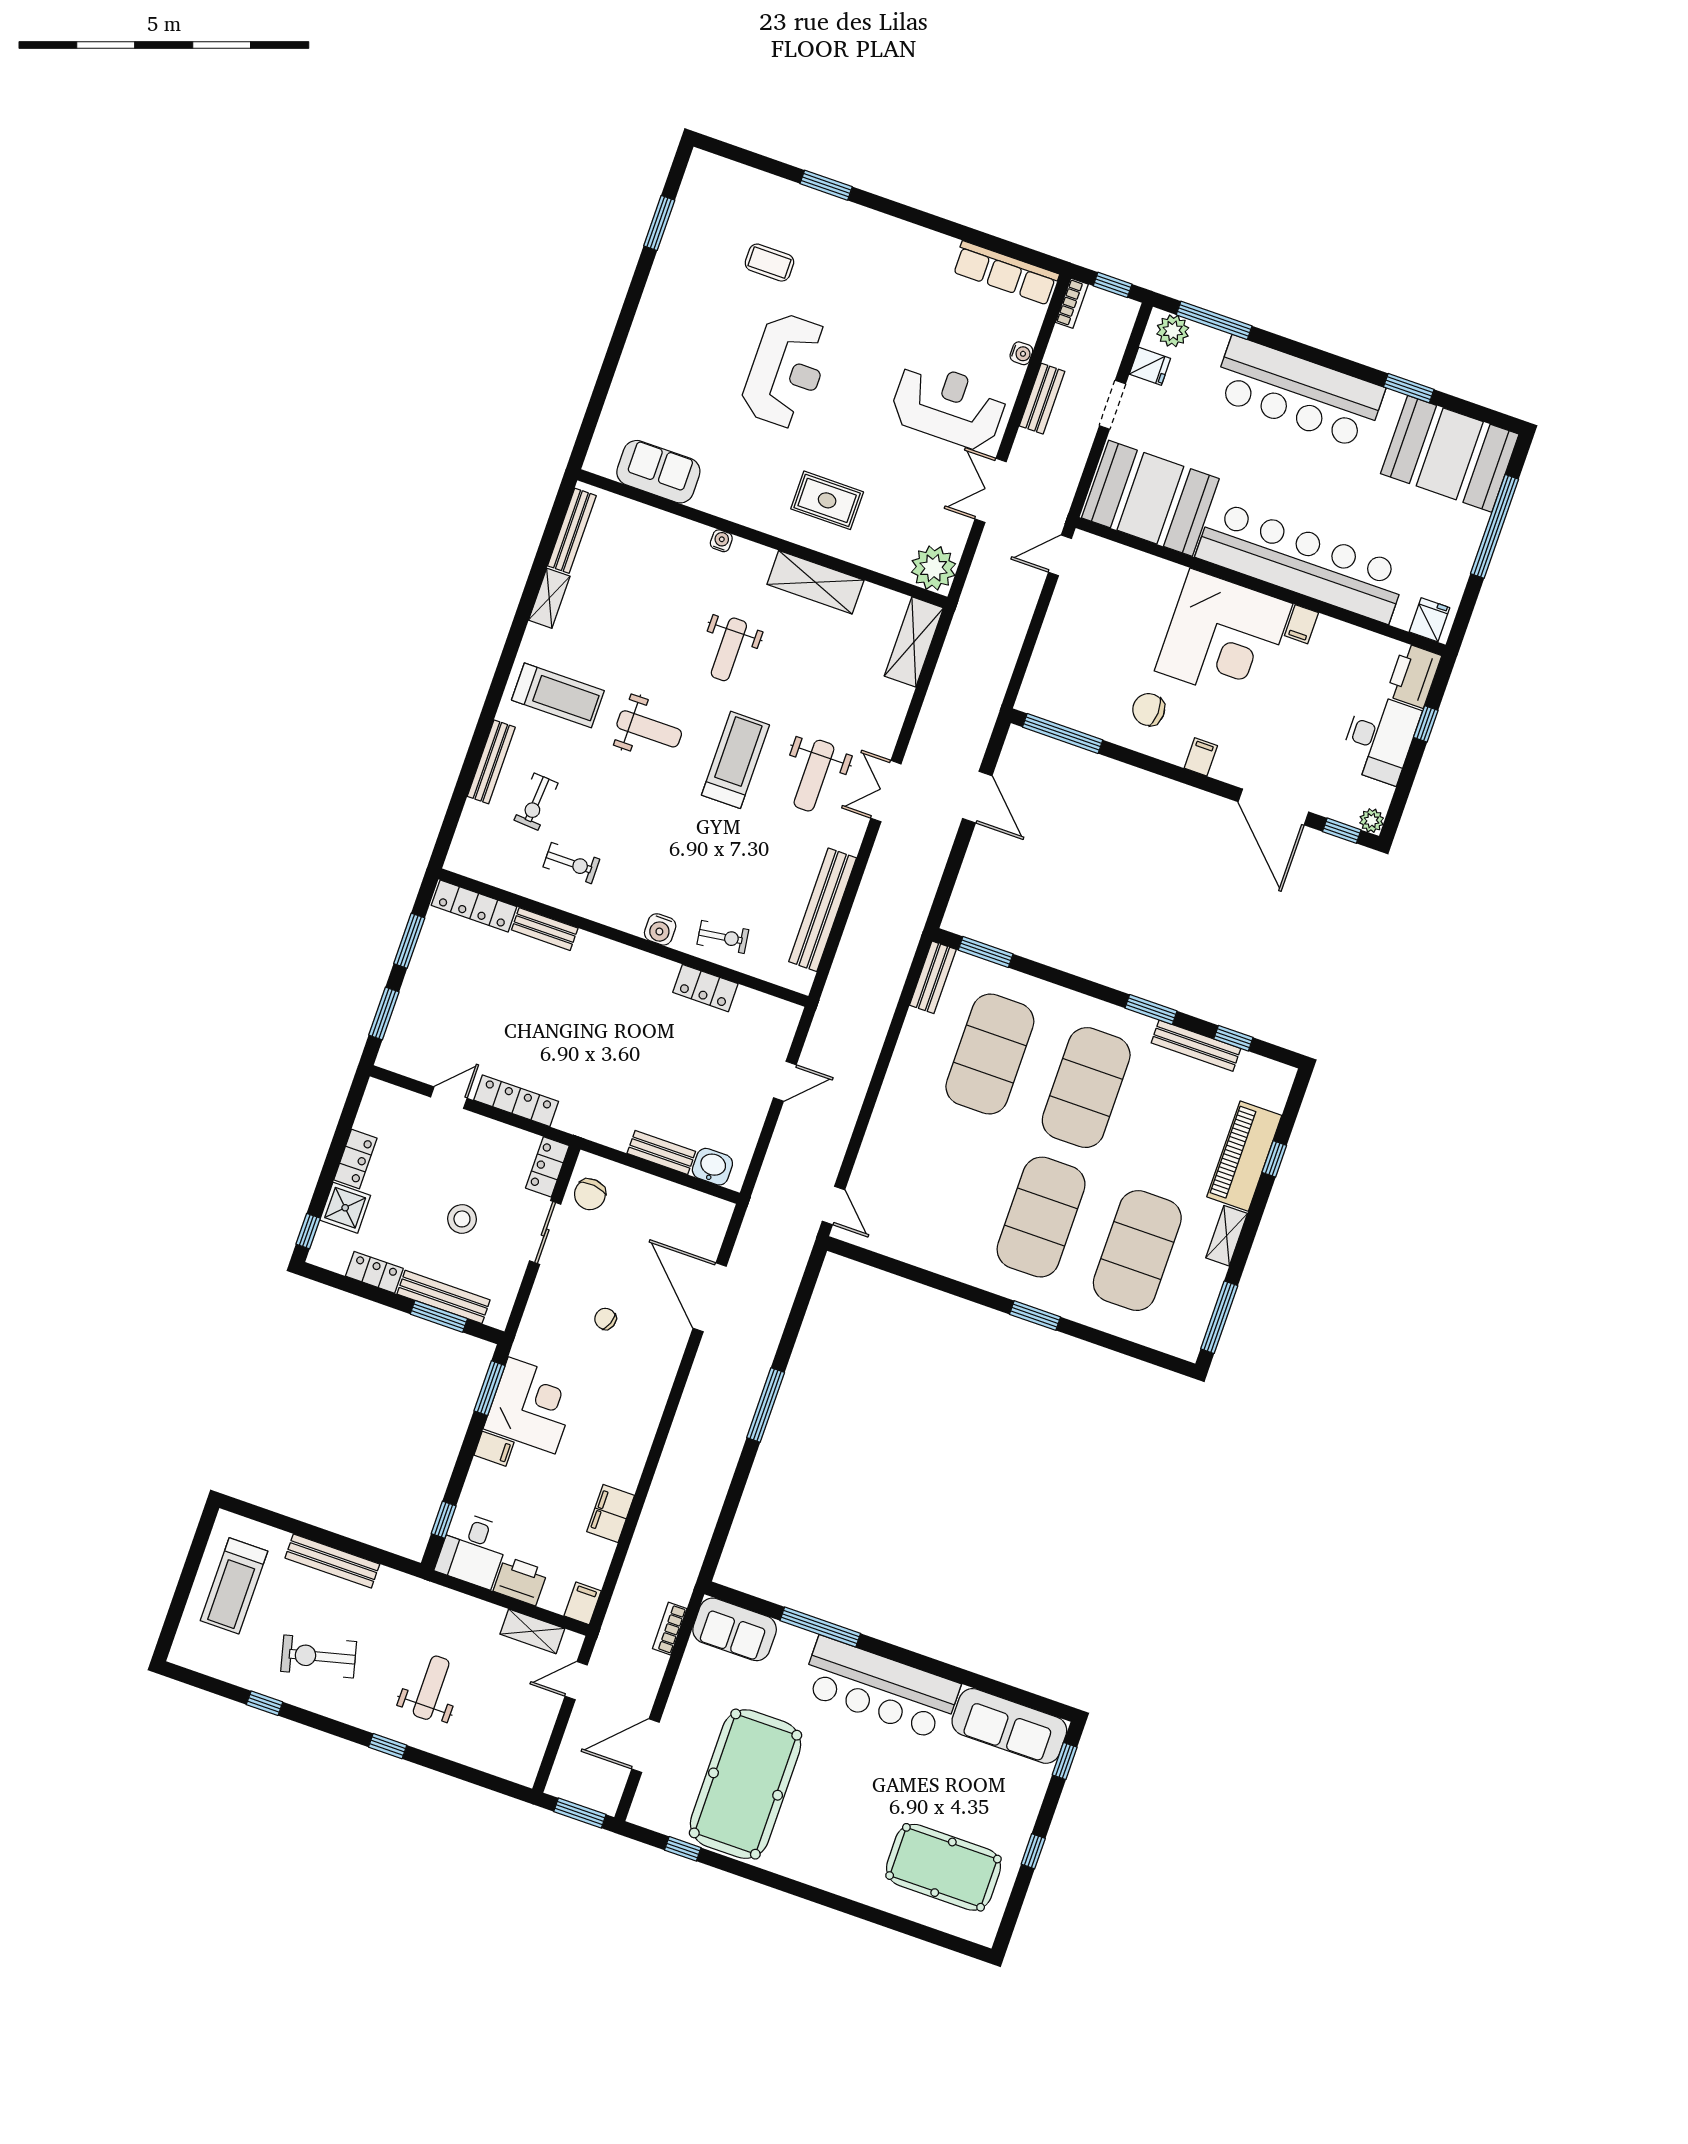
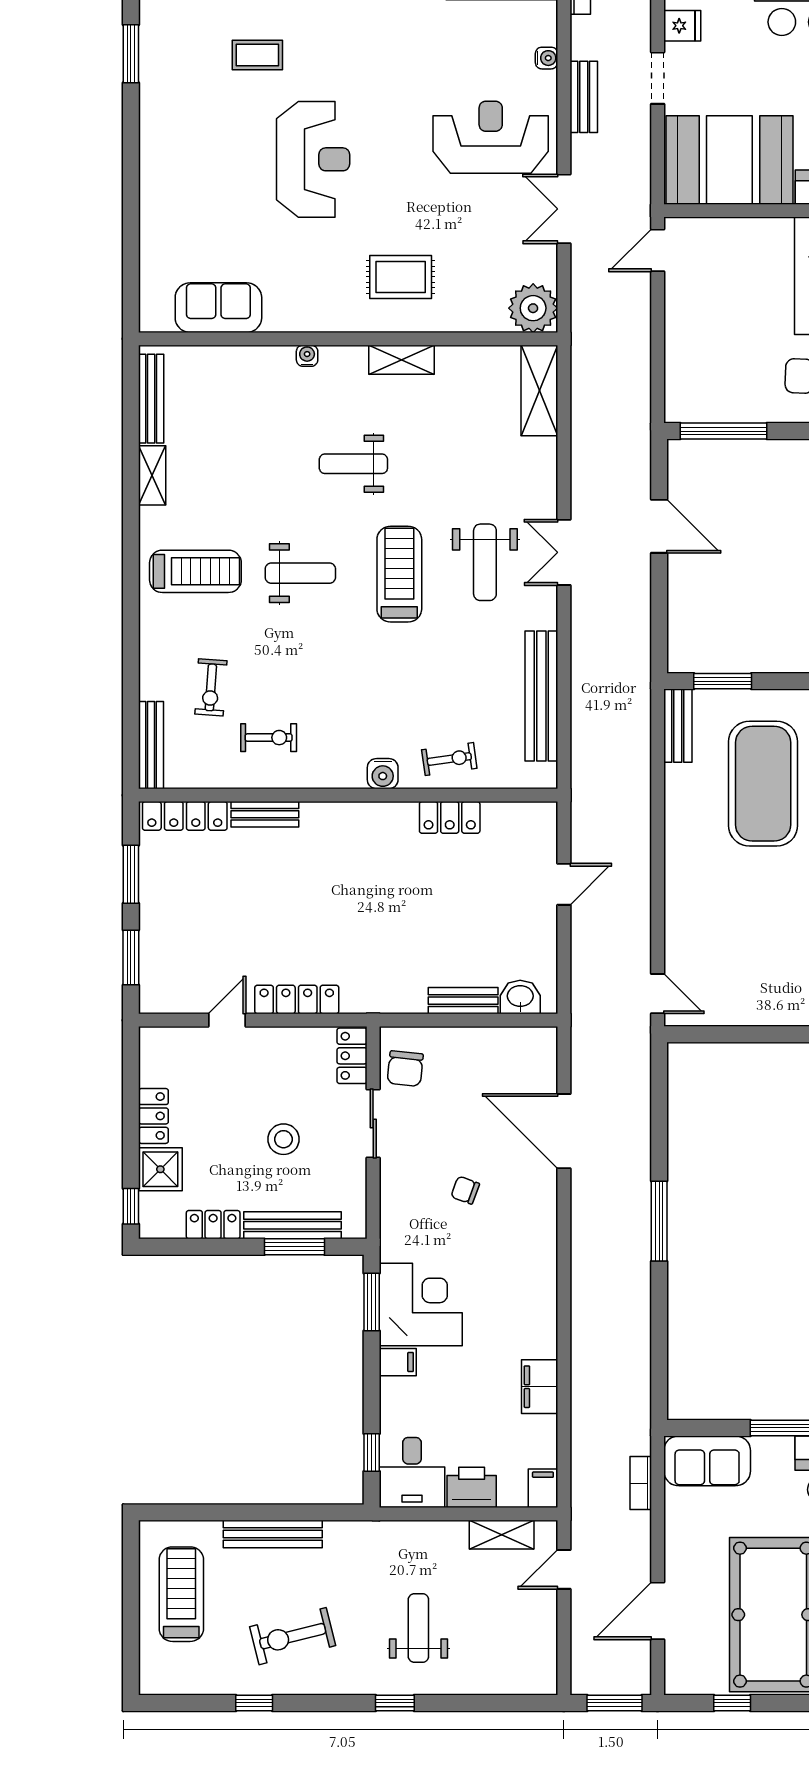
shelving: (815, 582) -> (402, 360), width x0.67, depth x0.75
weight bench: (729, 649) -> (353, 464), turned 90
bench: (491, 762) -> (151, 745), moved
treadmill: (234, 1586) -> (181, 1594), turned 180

